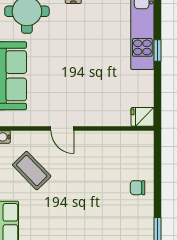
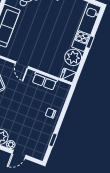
plant: (140, 85) -> (73, 57), added
row of seats: (108, 140) -> (45, 81), added

